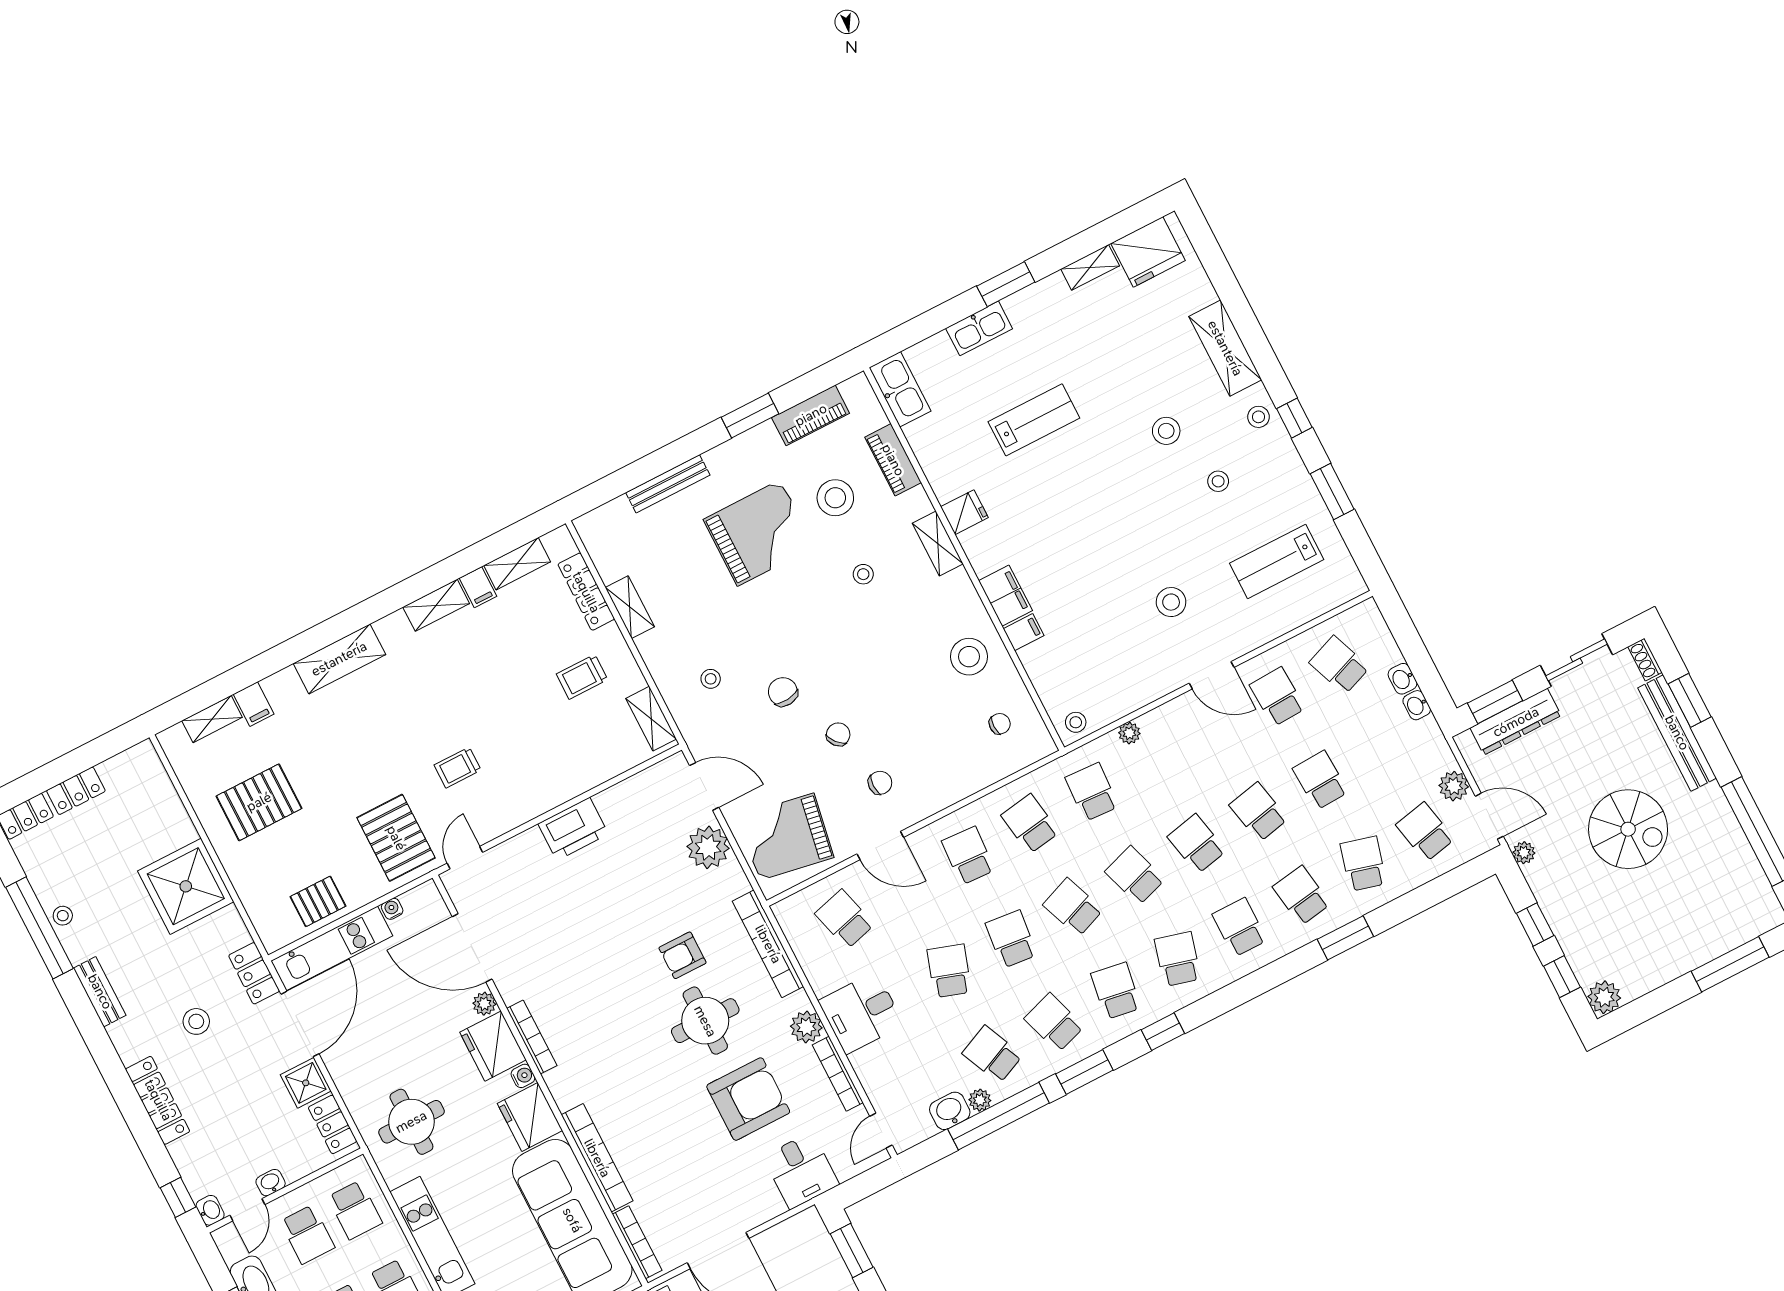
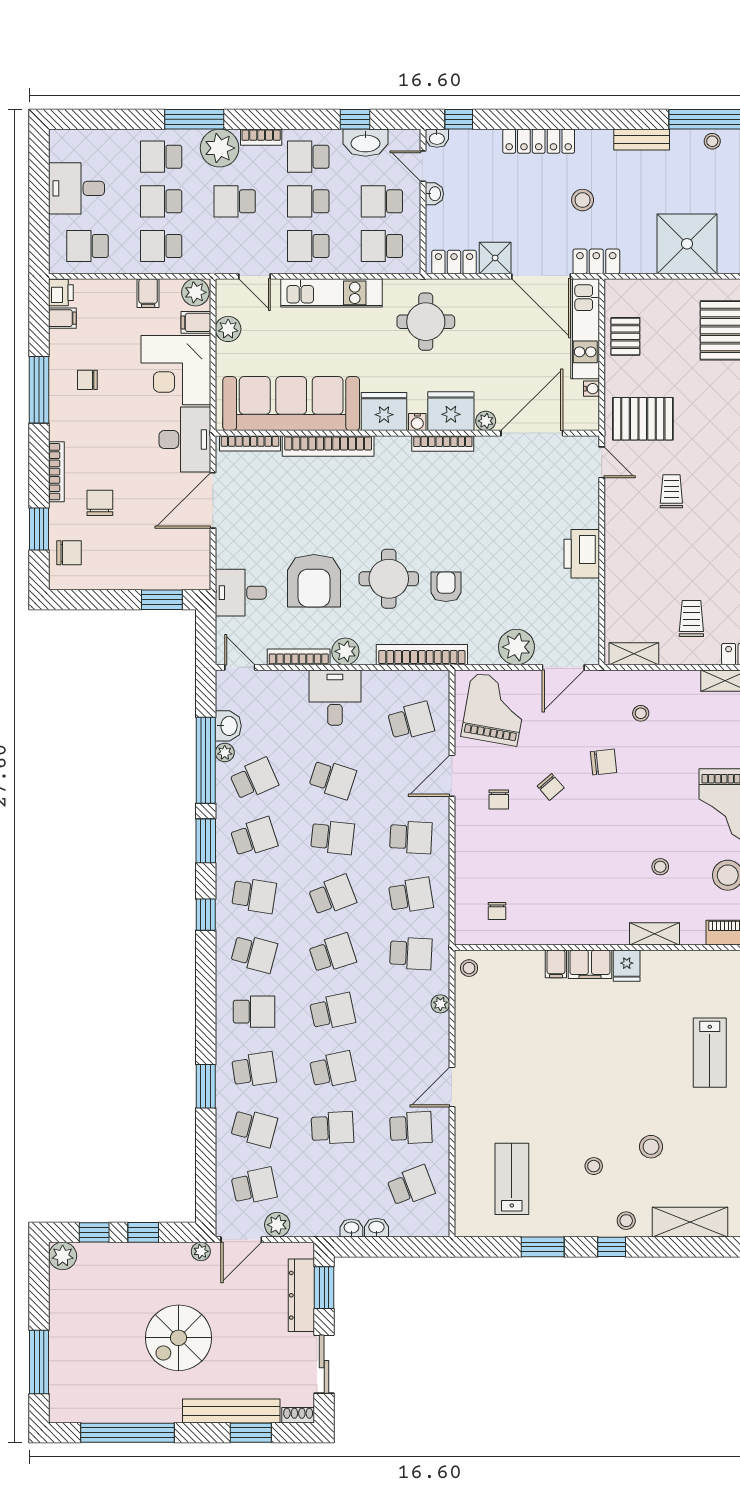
fridge: (964, 512) -> (627, 966), moved
stool: (1171, 602) -> (522, 1085), removed
stool: (969, 657) -> (559, 914), removed

